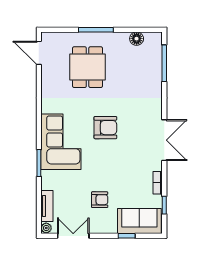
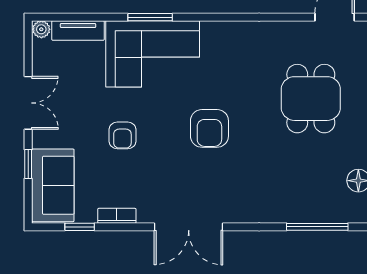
dining table: (88, 67) -> (311, 99), turned 90
corner sofa: (61, 142) -> (153, 54), moved
armchair: (100, 200) -> (122, 135), moved
double door: (73, 236) -> (28, 103), moved

